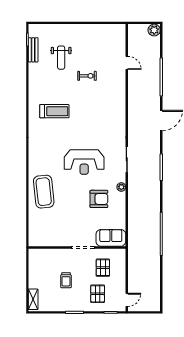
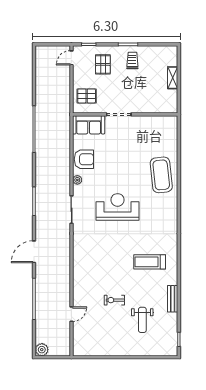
bench: (33, 50) -> (173, 299), moved
weight bench: (61, 58) -> (142, 320), turned 180
door: (127, 63) -> (71, 314), swing flipped
armchair: (99, 199) -> (84, 159), moved, turned 180
pallet: (103, 268) -> (87, 96), moved, turned 90
trolley: (66, 280) -> (132, 61), moved
shelving: (33, 299) -> (173, 78), moved

